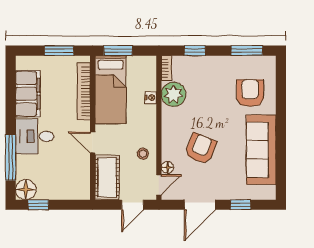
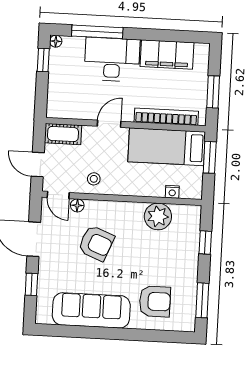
bookcase: (166, 68) -> (187, 210), removed
nightstand: (151, 98) -> (172, 192), moved
desk: (35, 136) -> (112, 59), width x1.37
cot: (107, 177) -> (63, 134), width x0.73, depth x0.75
floor lamp: (26, 190) -> (56, 41), width x0.53, depth x0.53

